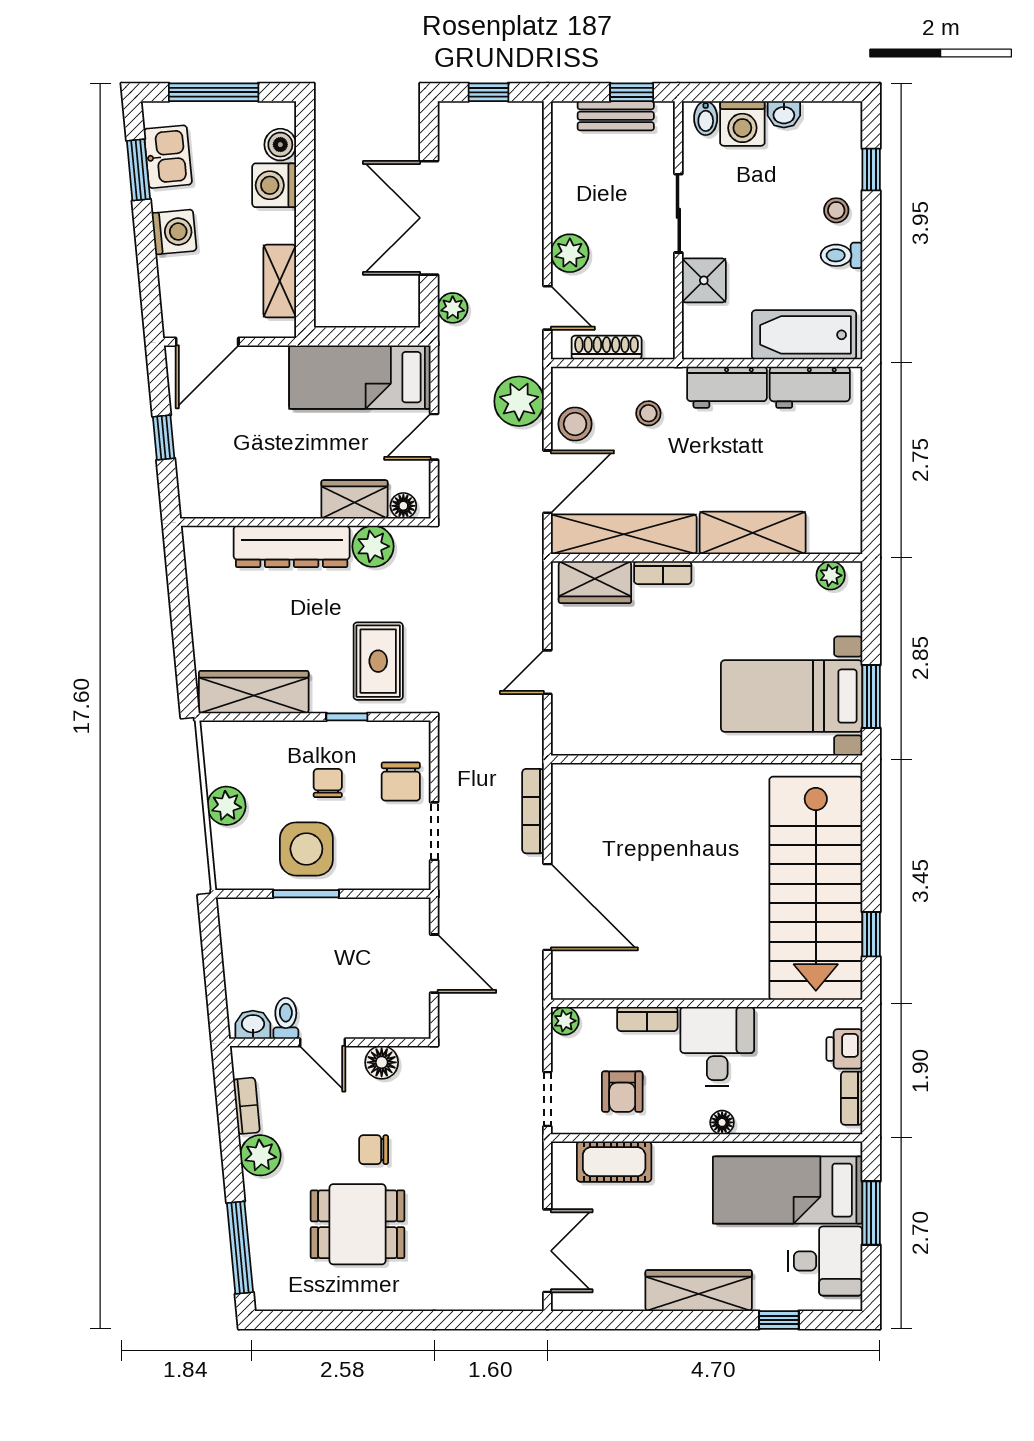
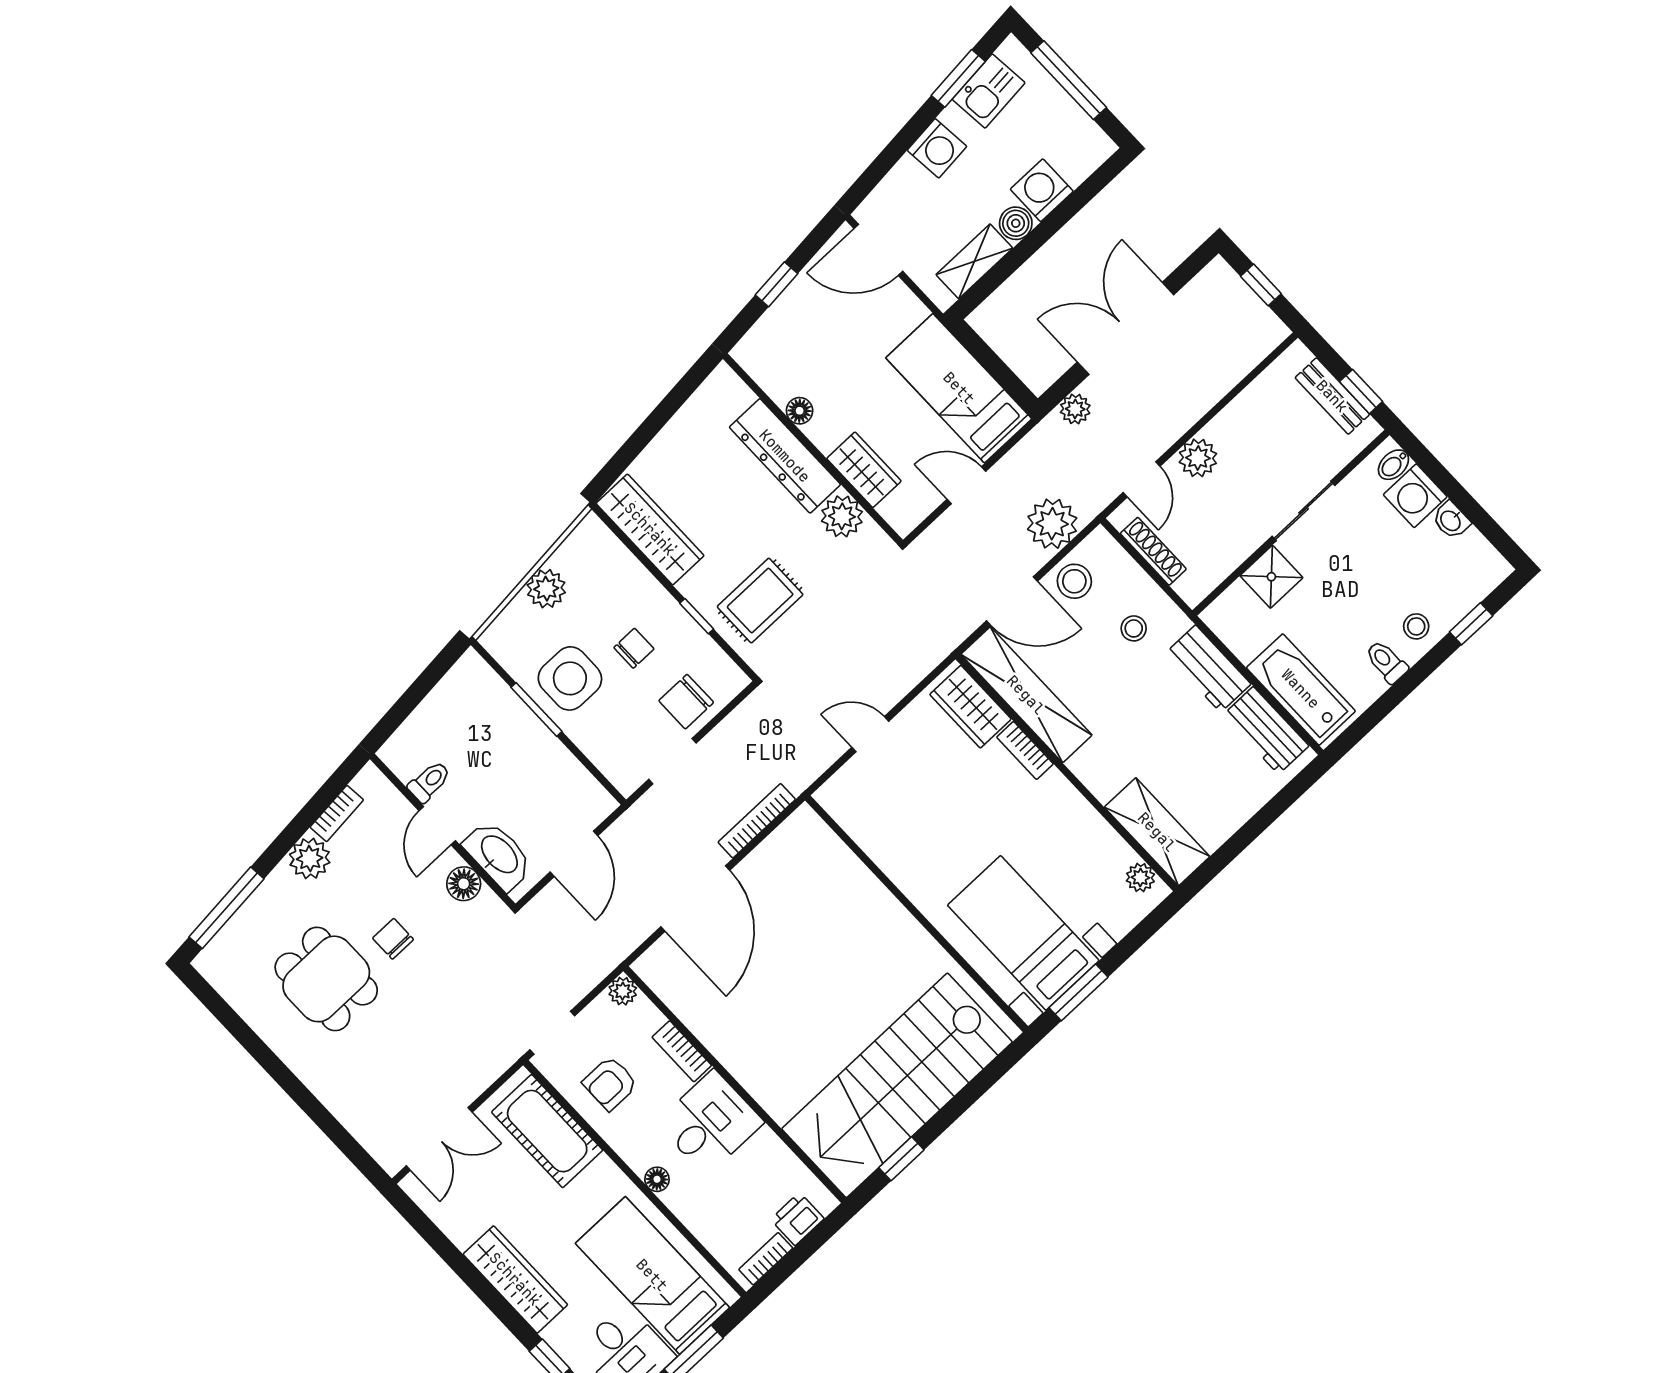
boiler: (280, 145) -> (1016, 223), moved
floor lamp: (403, 506) -> (800, 411), moved
shelving: (753, 533) -> (1157, 832), moved
washbasin: (253, 1025) -> (499, 855), moved, width x1.91, depth x1.45
cot: (614, 1162) -> (547, 1131), width x1.37, depth x1.34

